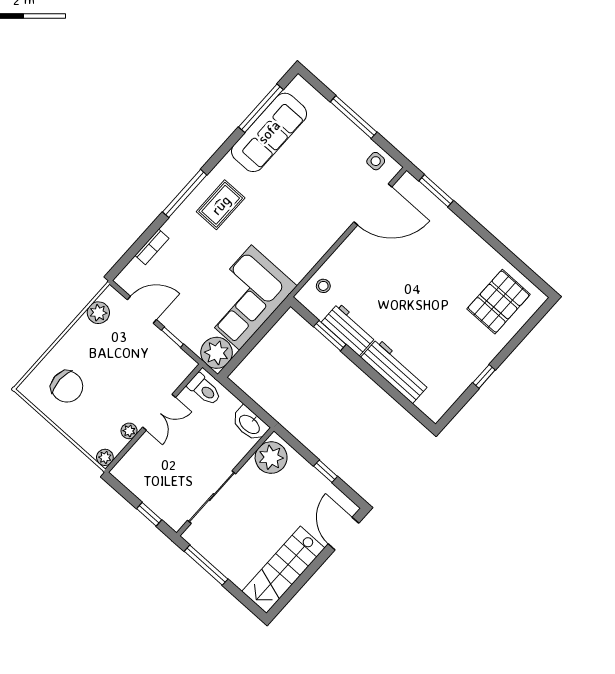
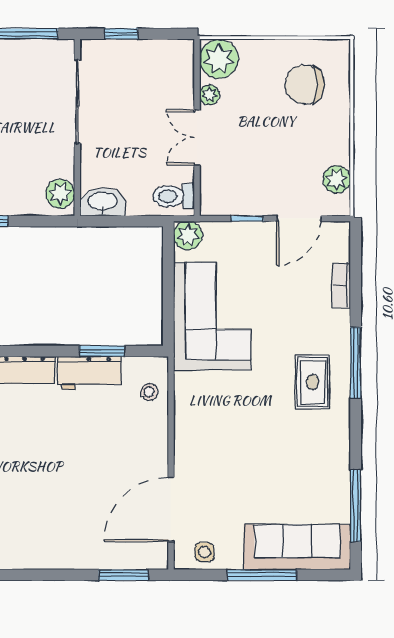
sofa: (269, 132) -> (297, 547), moved, turned 90
plant: (217, 353) -> (188, 235), width x0.73, depth x0.73
plant: (105, 457) -> (219, 59), width x1.88, depth x1.88
plant: (271, 458) -> (60, 194), width x0.73, depth x0.73

